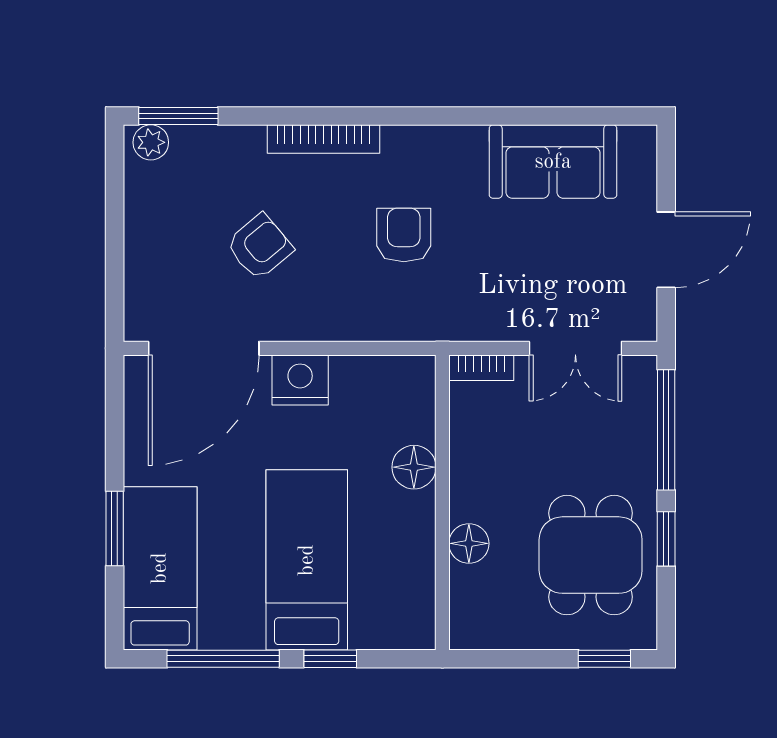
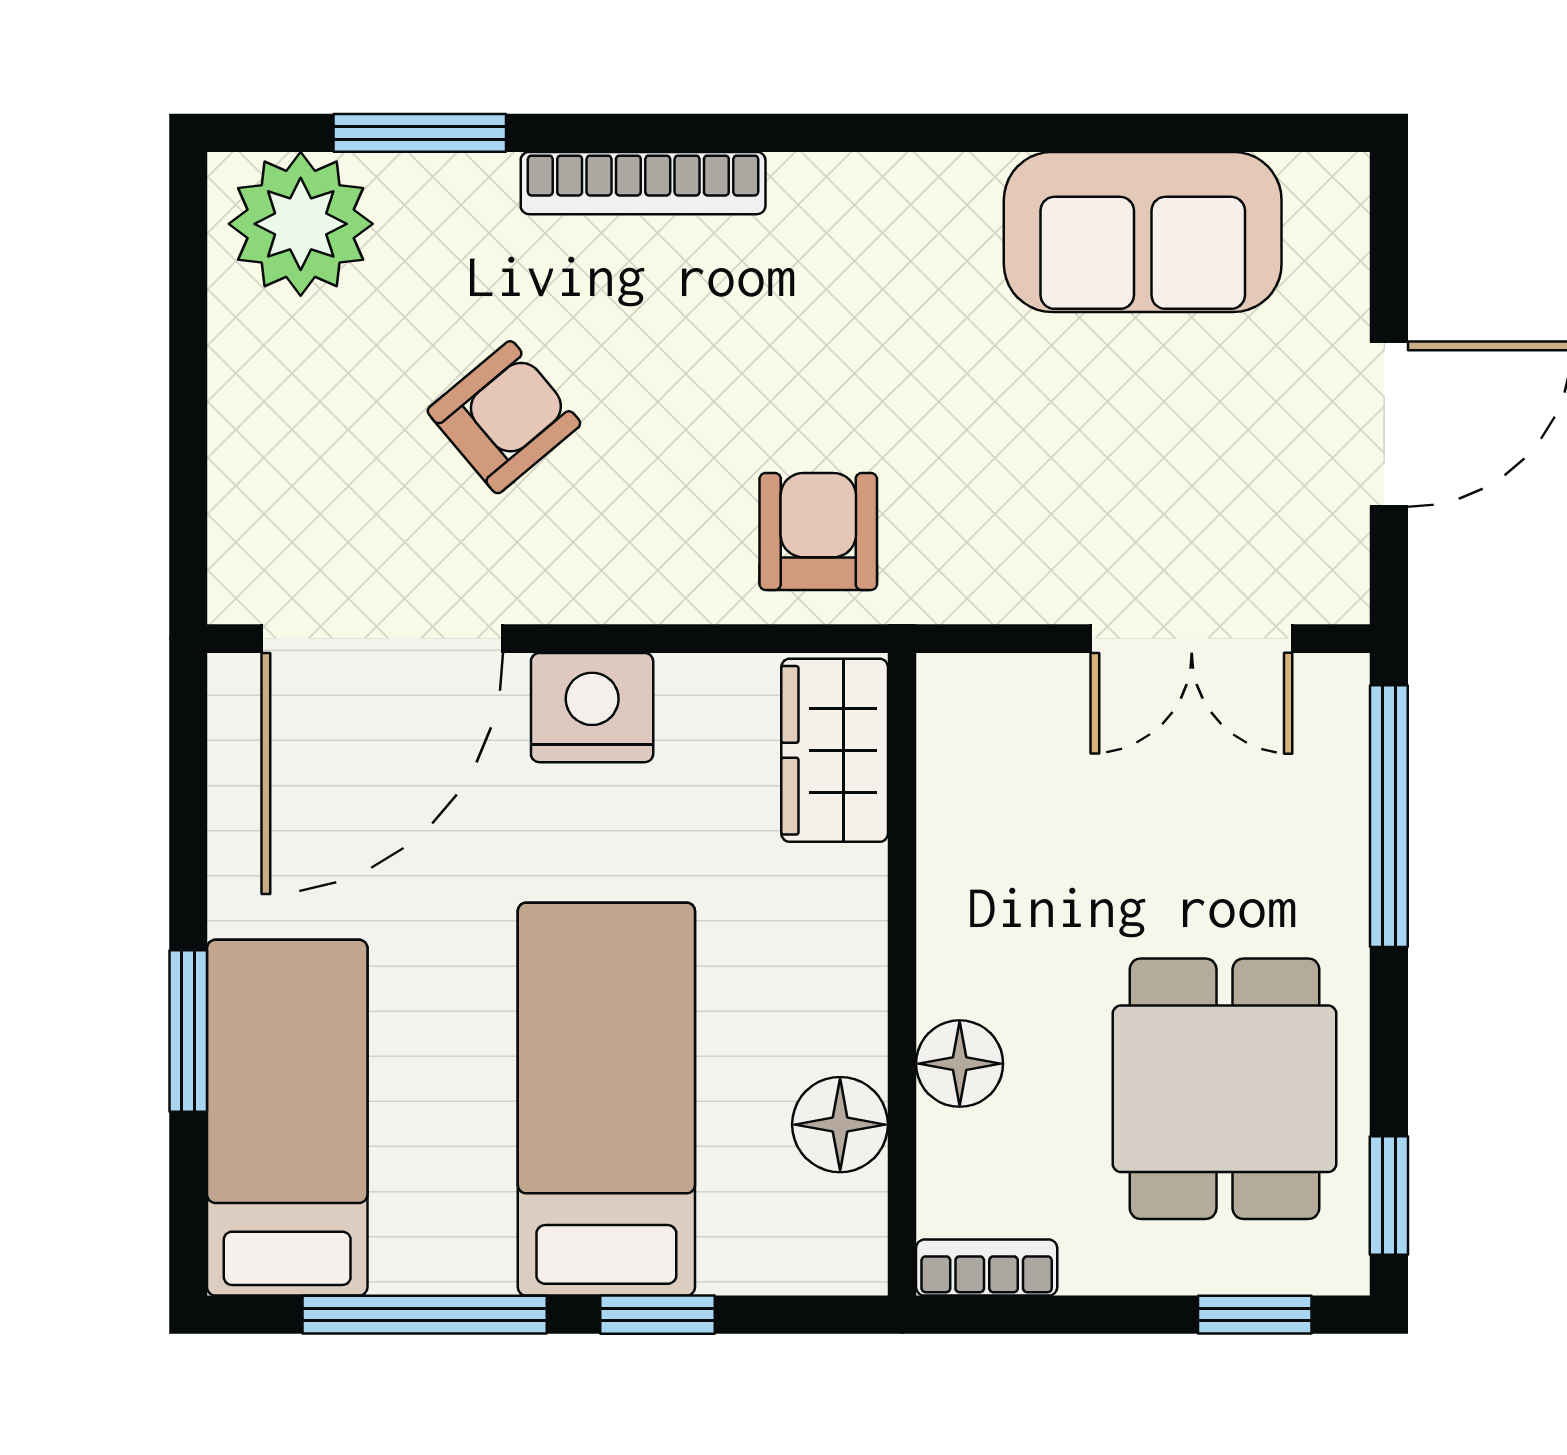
window: (178, 116) -> (420, 133), moved
plant: (151, 142) -> (301, 224), width x1.88, depth x1.88
armchair: (404, 235) -> (818, 532), moved
bookcase: (481, 368) -> (987, 1268), moved, turned 180
wardrobe: (411, 400) -> (835, 750), added
floor lamp: (414, 467) -> (840, 1125), moved
window: (666, 539) -> (1389, 1196), moved

